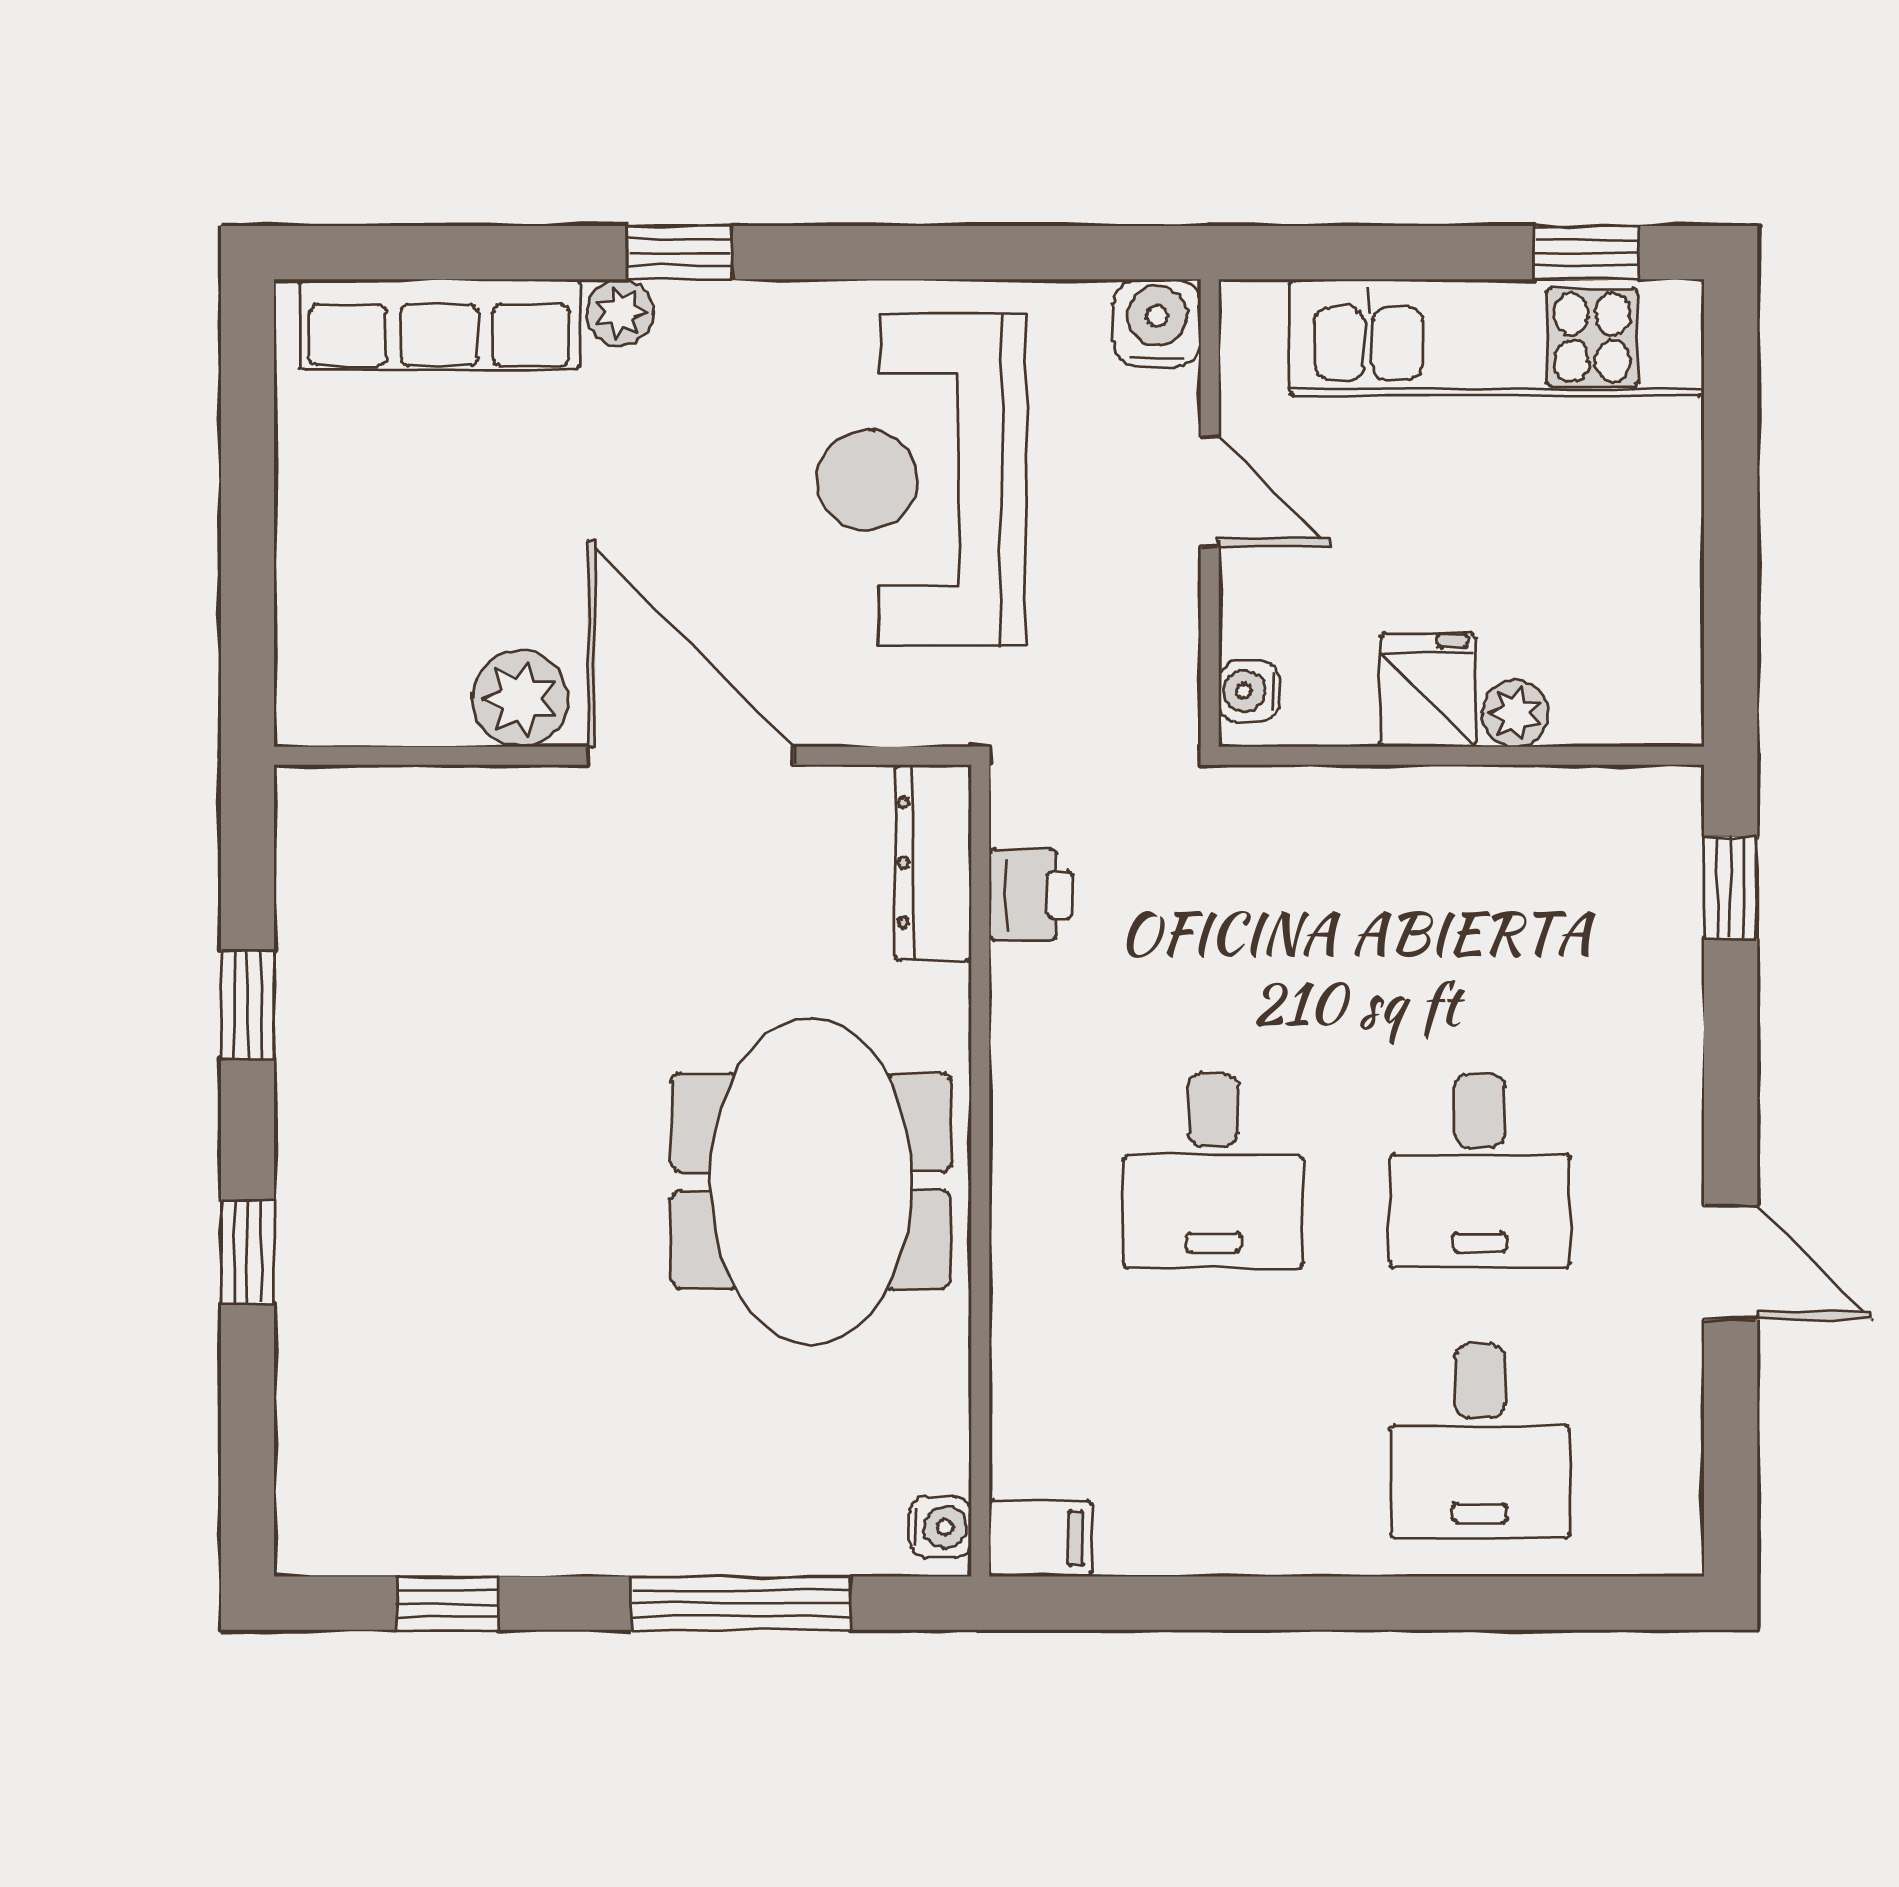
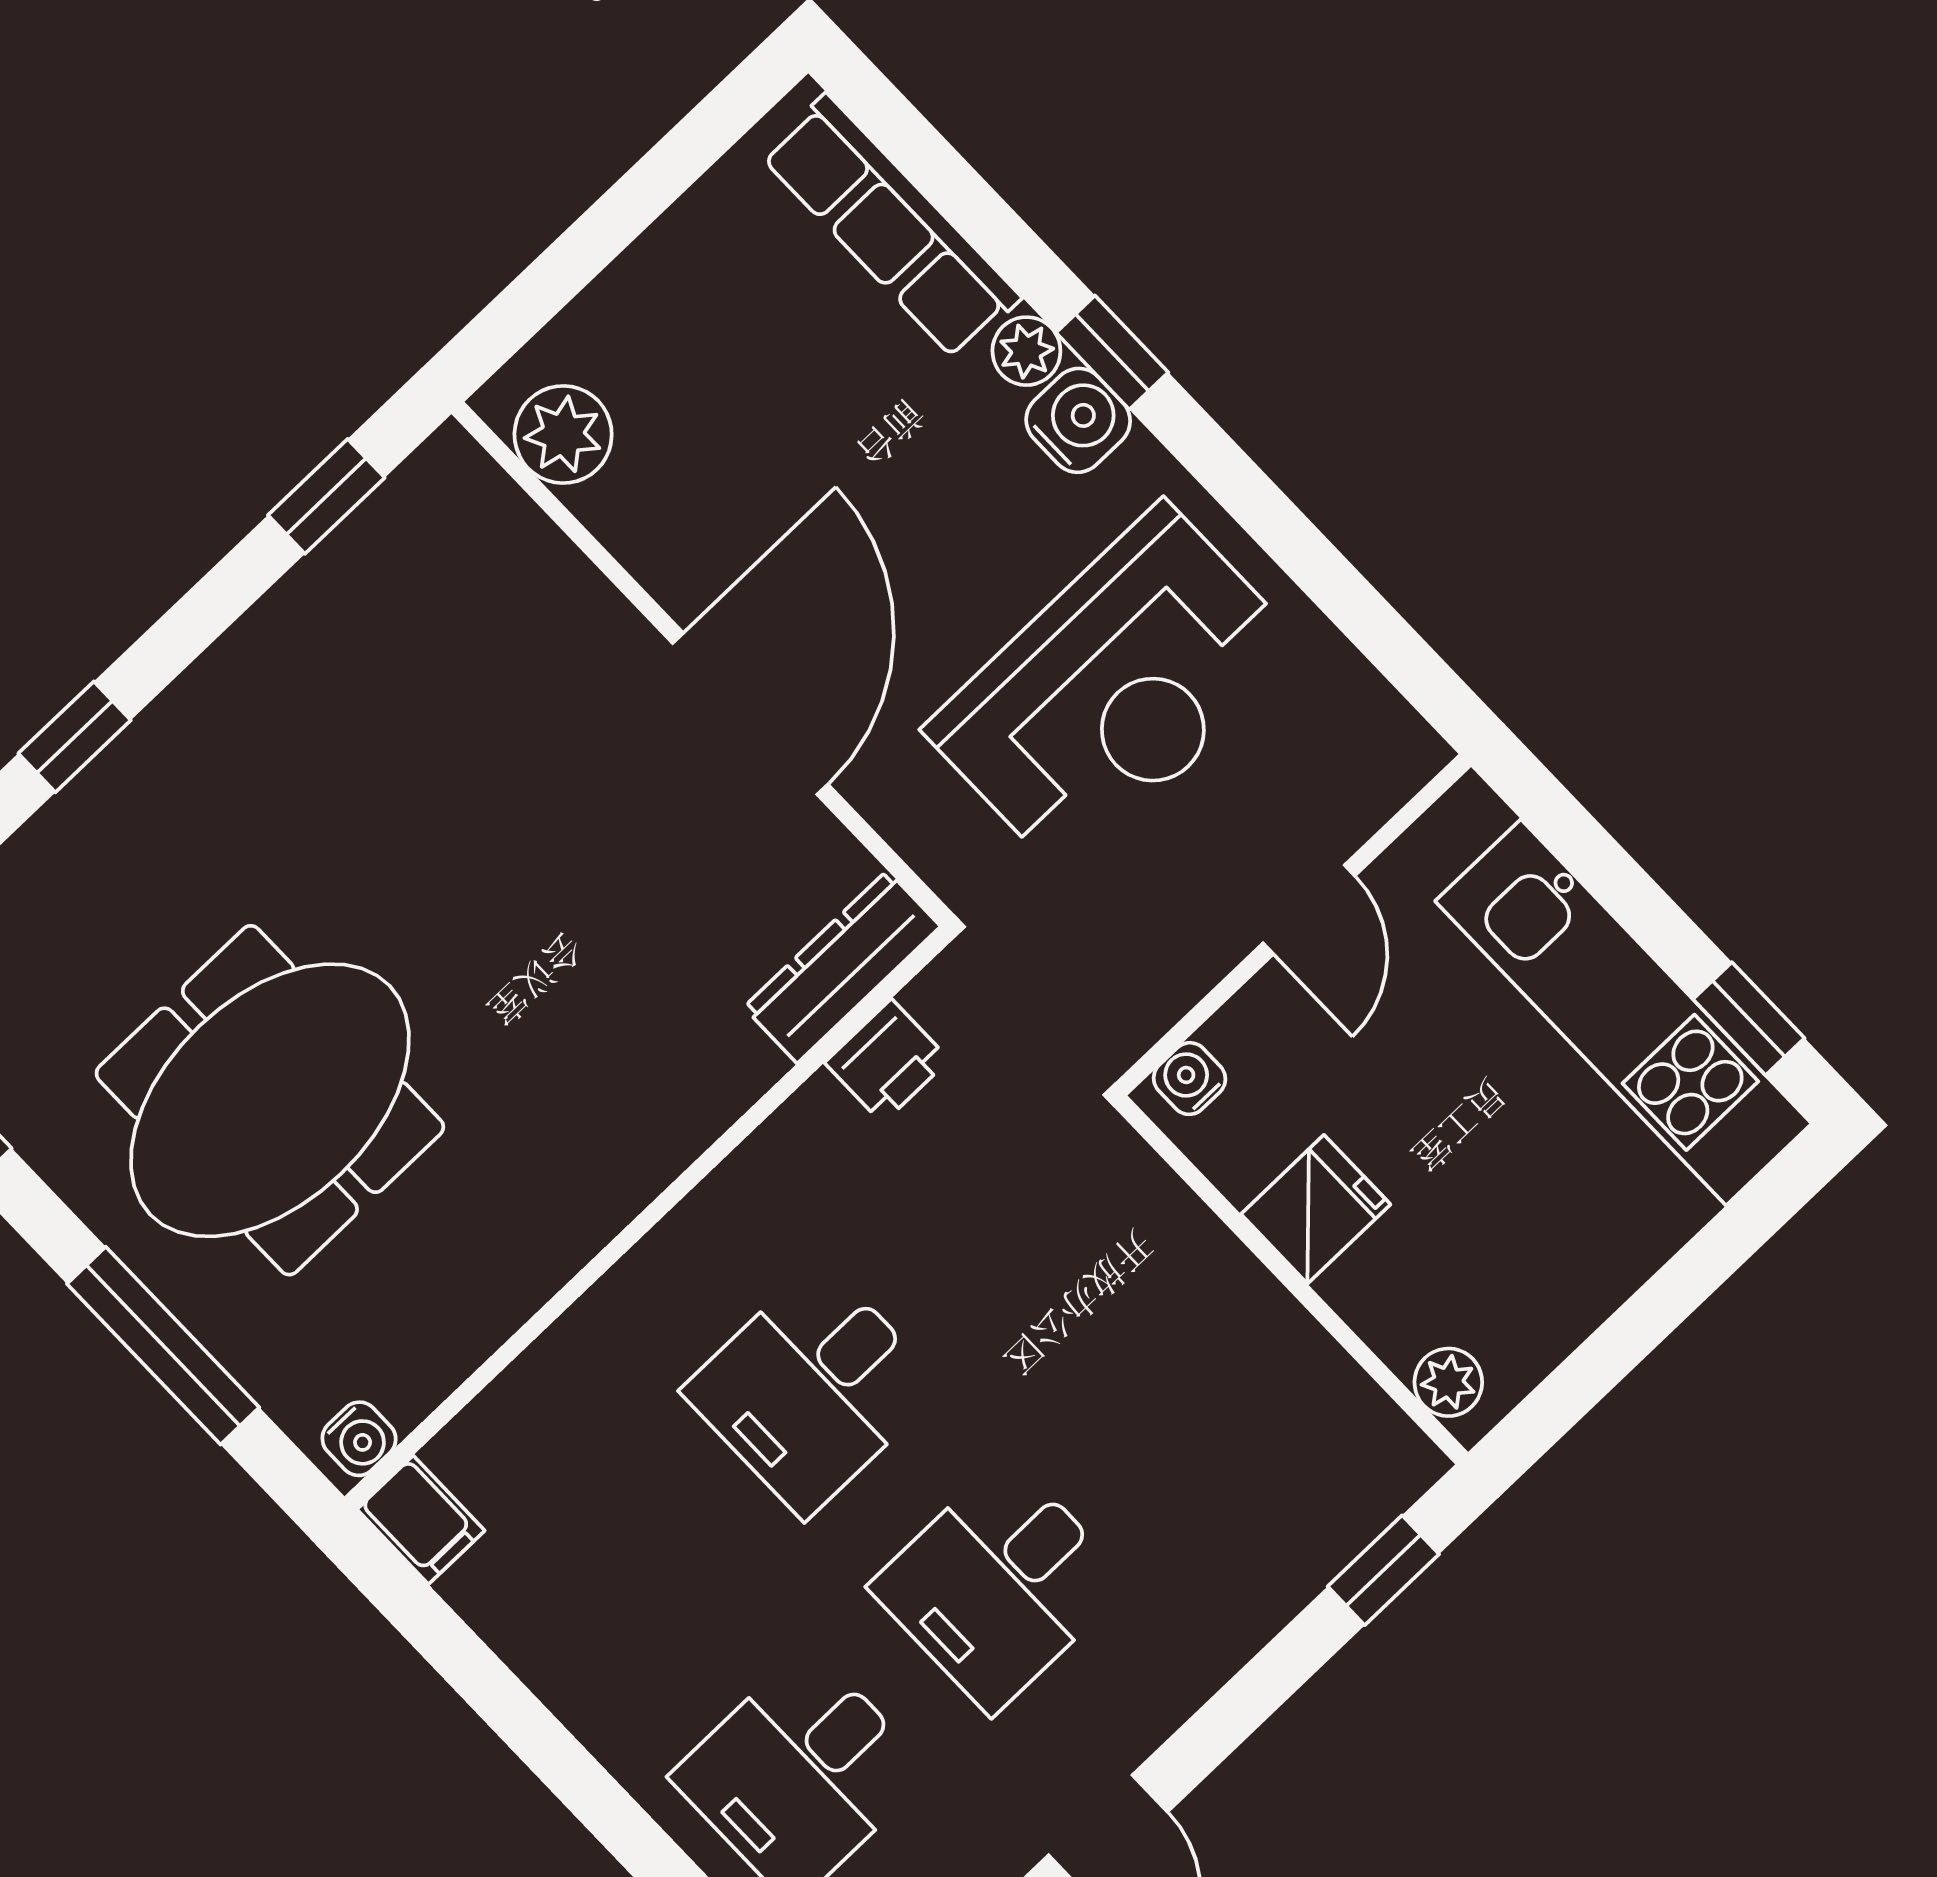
water cooler: (1157, 323) -> (1078, 420), moved
reception desk: (921, 480) -> (1115, 690), turned 180
plant: (520, 699) -> (563, 435), moved
plant: (1515, 714) -> (1448, 1382), moved
window: (247, 1004) -> (326, 496), moved
meeting table: (811, 1181) -> (270, 1100), moved

